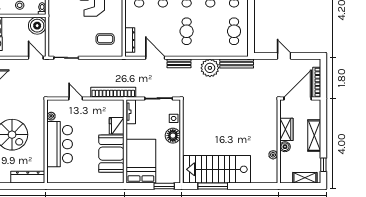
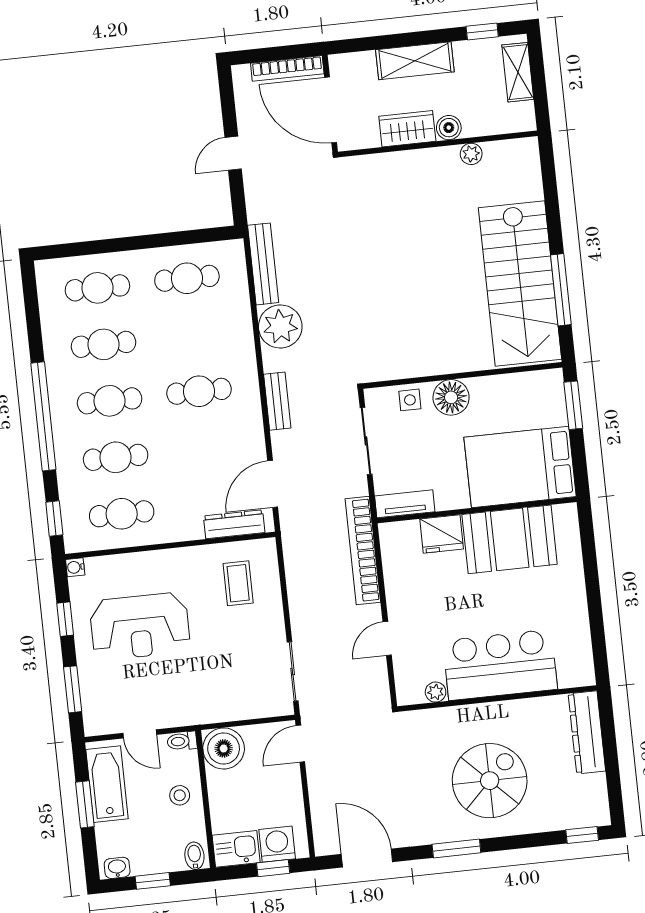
door: (155, 58) -> (273, 484), moved

